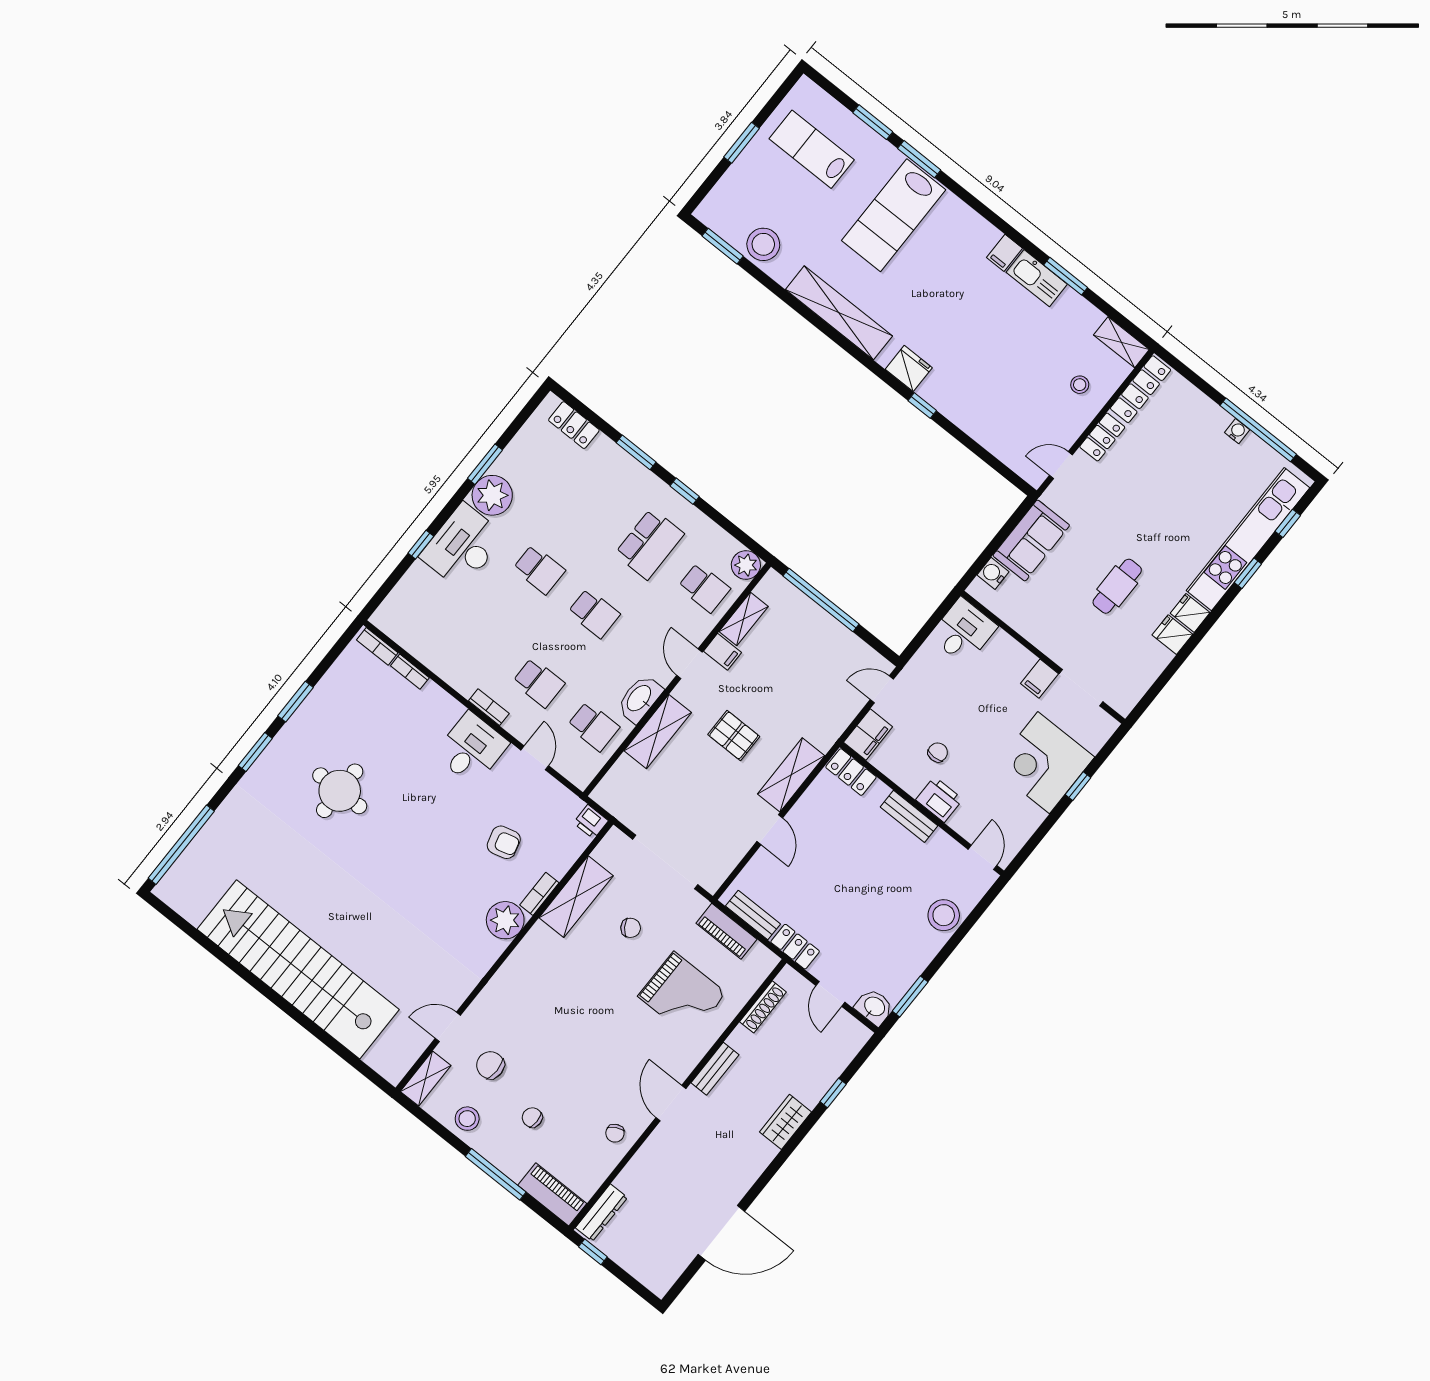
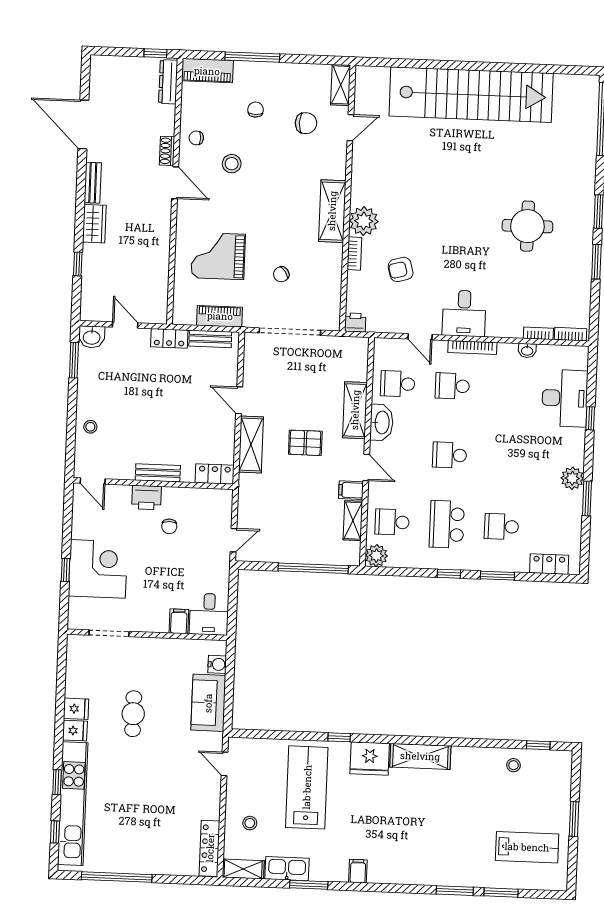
lab bench: (894, 215) -> (307, 787), moved
stool: (763, 244) -> (514, 765), width x0.53, depth x0.53
window: (723, 246) -> (538, 745), width x0.67
kitchen sink: (1037, 278) -> (287, 869), moved
shelving: (839, 313) -> (420, 756), width x0.68
fridge: (909, 368) -> (370, 759), width x1.36, depth x1.34
water cooler: (1237, 431) -> (129, 867), removed
locker: (1102, 437) -> (211, 801), removed
door: (1061, 465) -> (225, 764), swing flipped
plant: (492, 495) -> (572, 478), width x0.73, depth x0.73
desk: (462, 546) -> (565, 398), moved
school desk: (539, 570) -> (501, 526), moved
washbasin: (434, 662) -> (527, 351), added
filing cabinet: (1040, 679) -> (179, 621), moved
bookcase: (489, 707) -> (472, 348), width x1.56
filing cabinet: (868, 734) -> (221, 505), removed
shelving: (576, 897) -> (332, 211), moved
stool: (944, 915) -> (90, 427), width x0.53, depth x0.53
shoe rack: (763, 1007) -> (167, 151), moved, width x0.70
bench: (715, 1069) -> (93, 183), moved
chair: (532, 1118) -> (256, 110), turned -90
stool: (467, 1119) -> (232, 164), moved
chair: (615, 1133) -> (196, 138), turned -62
door: (721, 1233) -> (83, 124), hinge flipped

